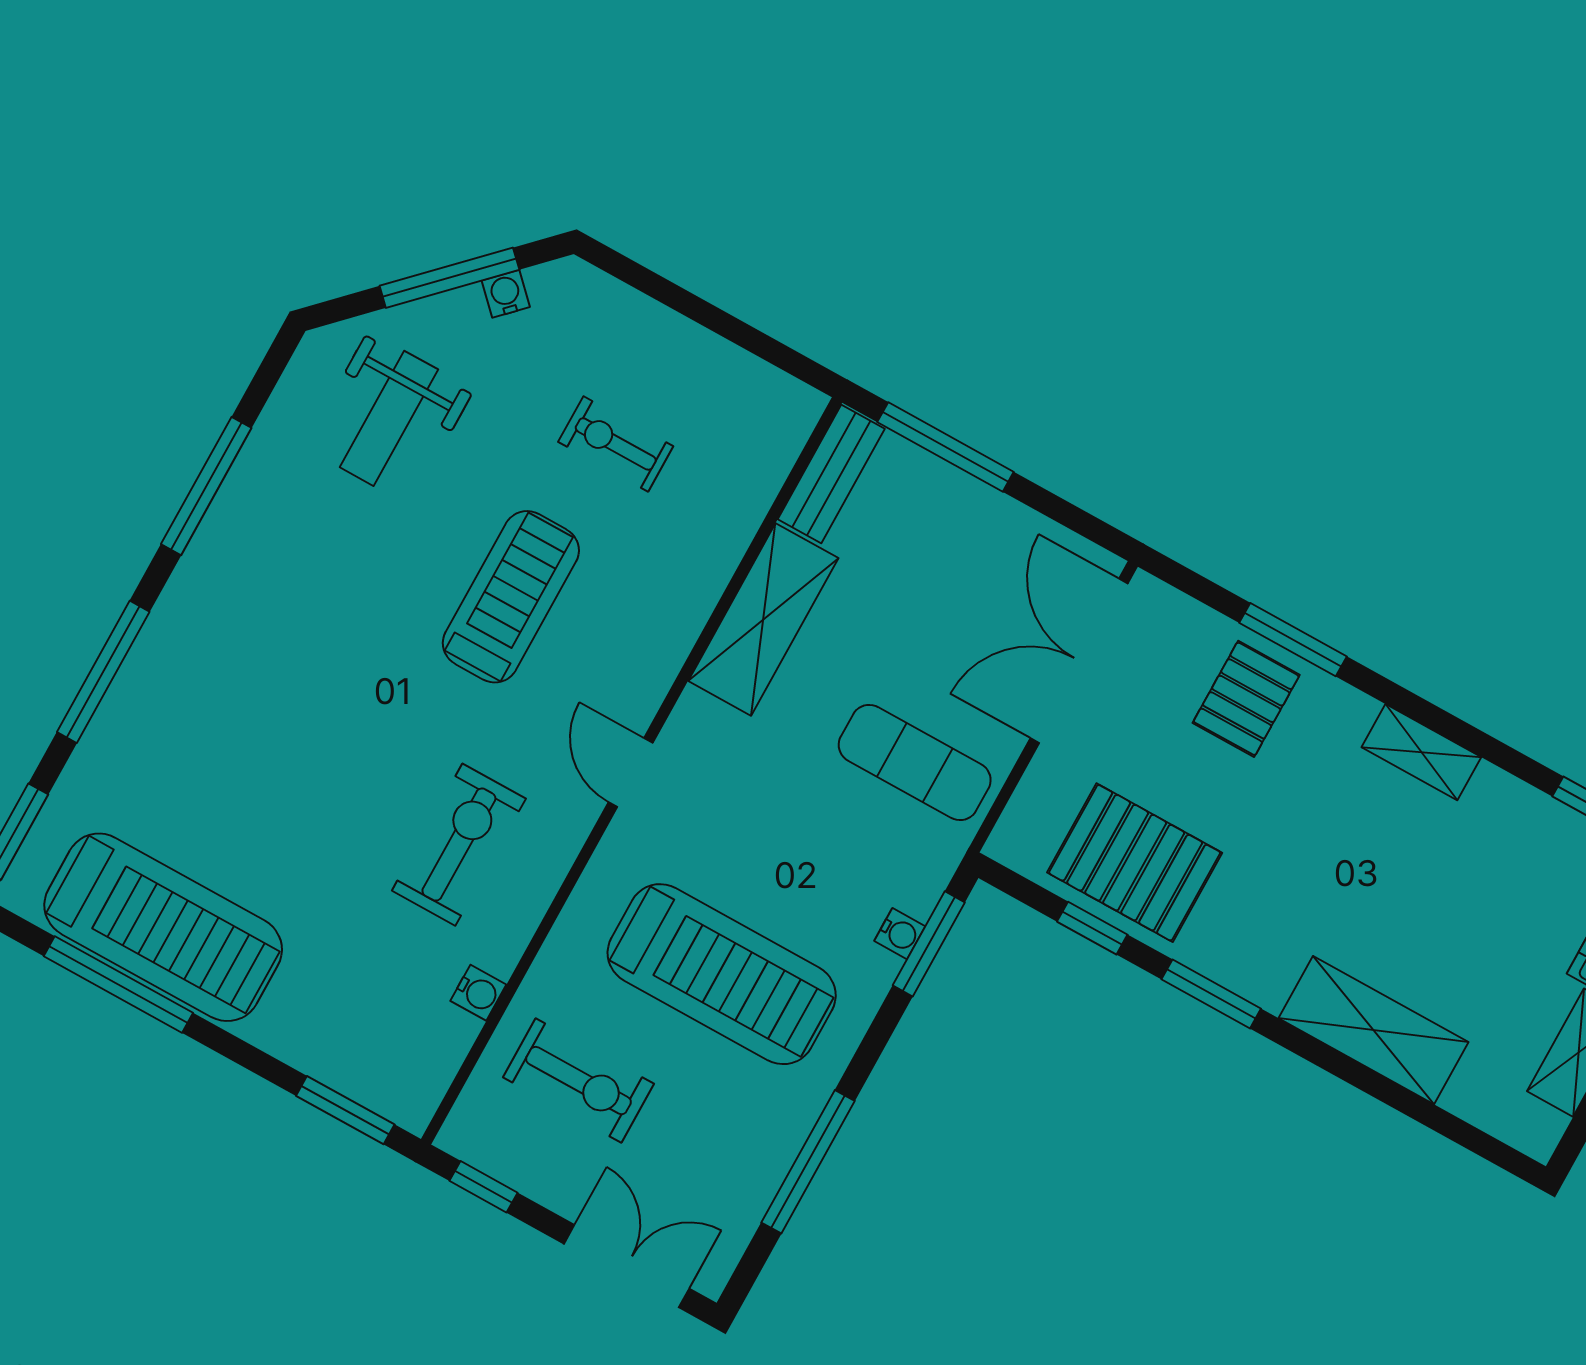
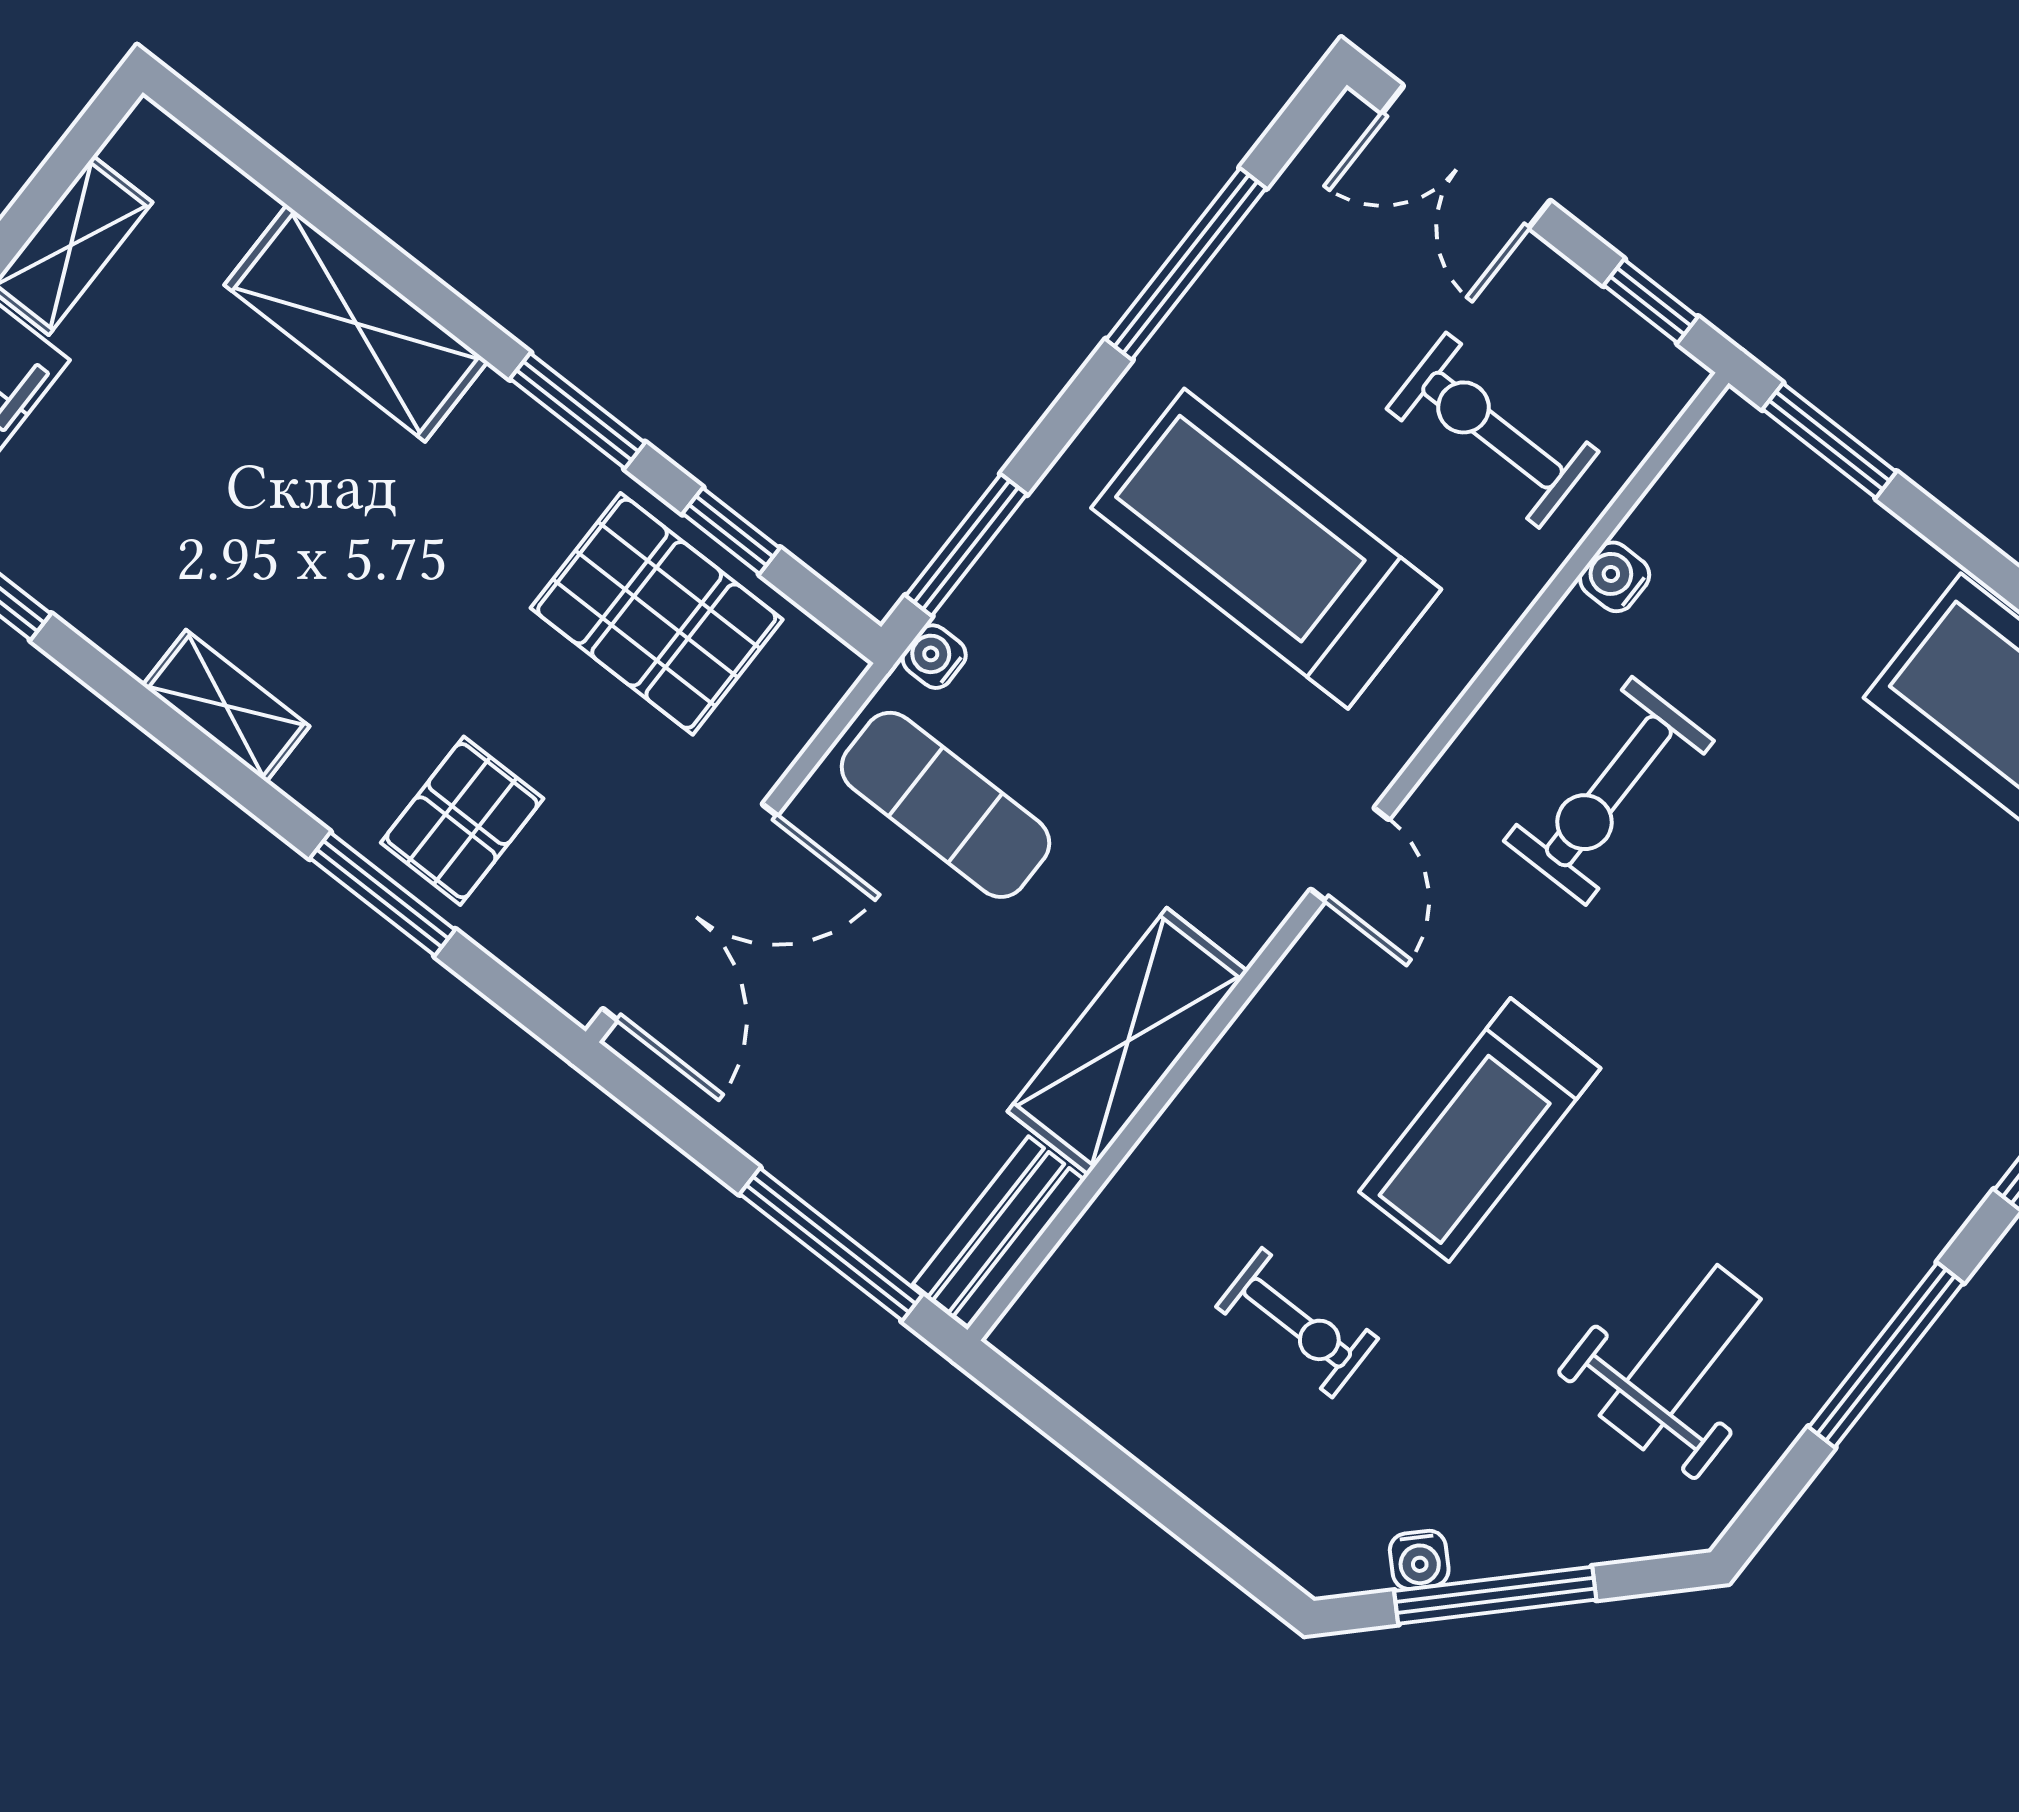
weight bench: (389, 418) -> (1680, 1357), moved
water cooler: (900, 934) -> (934, 657), moved

